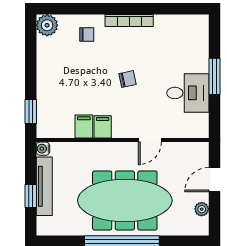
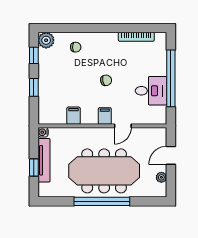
bookcase: (129, 21) -> (136, 37), moved
window: (31, 46) -> (34, 55), added
window: (214, 76) -> (171, 78), width x2.11
window: (31, 112) -> (34, 87), moved
filing cabinet: (103, 127) -> (105, 116), moved

